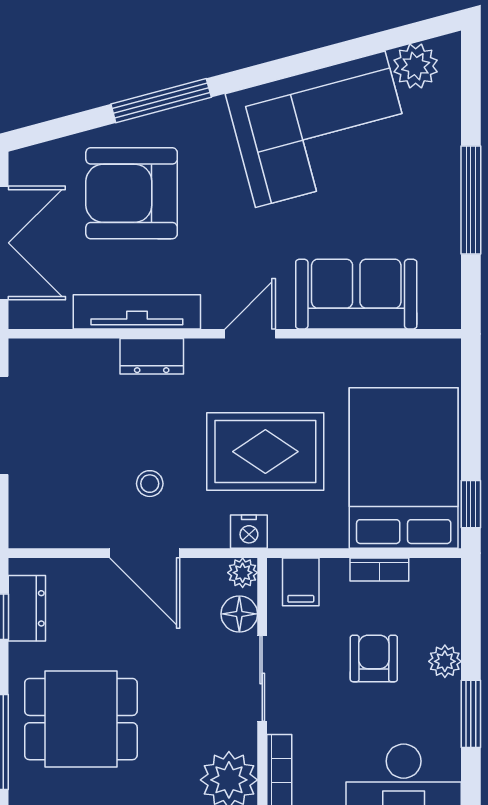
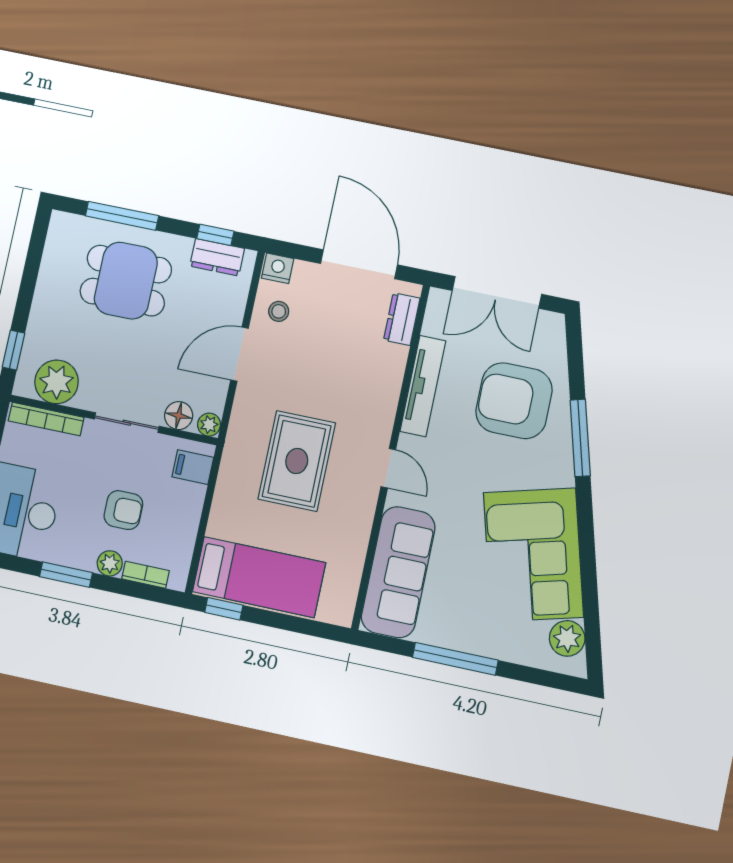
armchair: (132, 193) -> (514, 401), turned -90
sofa: (356, 294) -> (398, 572), width x1.36
dresser: (152, 356) -> (402, 319), moved
bed: (404, 468) -> (259, 577), width x0.67
stool: (150, 484) -> (279, 311), moved
nightstand: (249, 532) -> (278, 268), moved, turned 90
bookcase: (379, 570) -> (145, 575), moved, turned 90
dining table: (81, 719) -> (126, 281), turned 90

